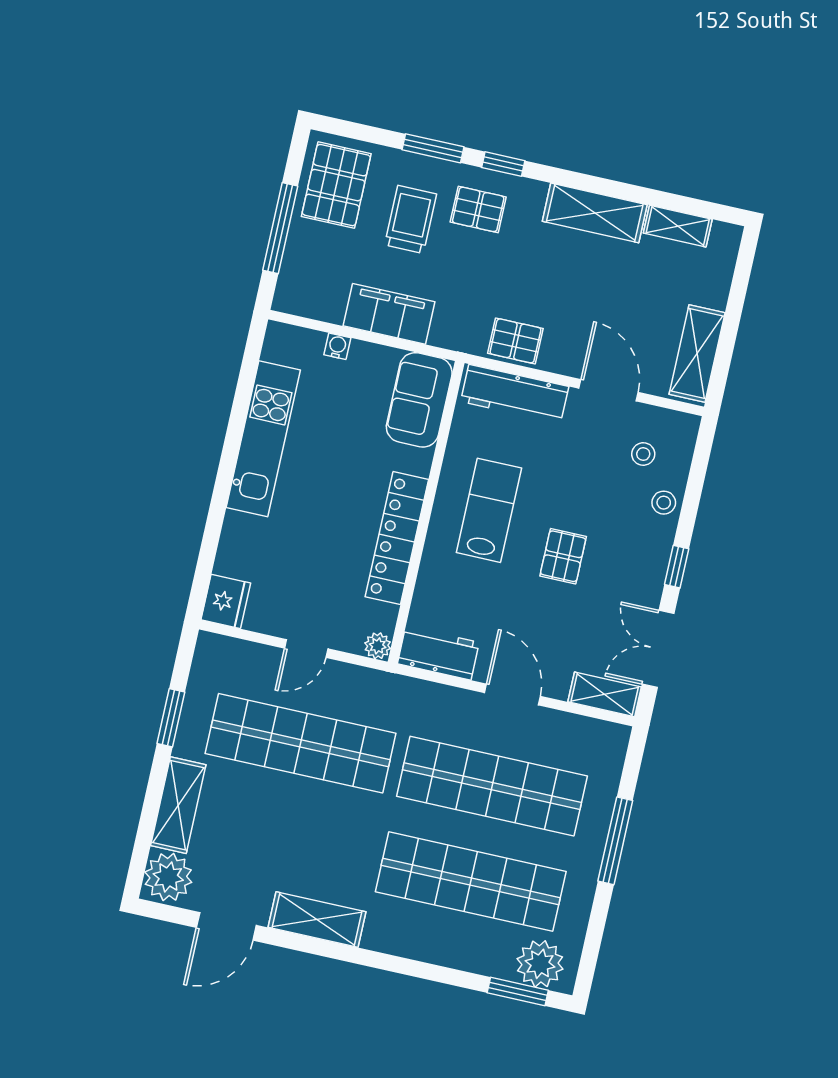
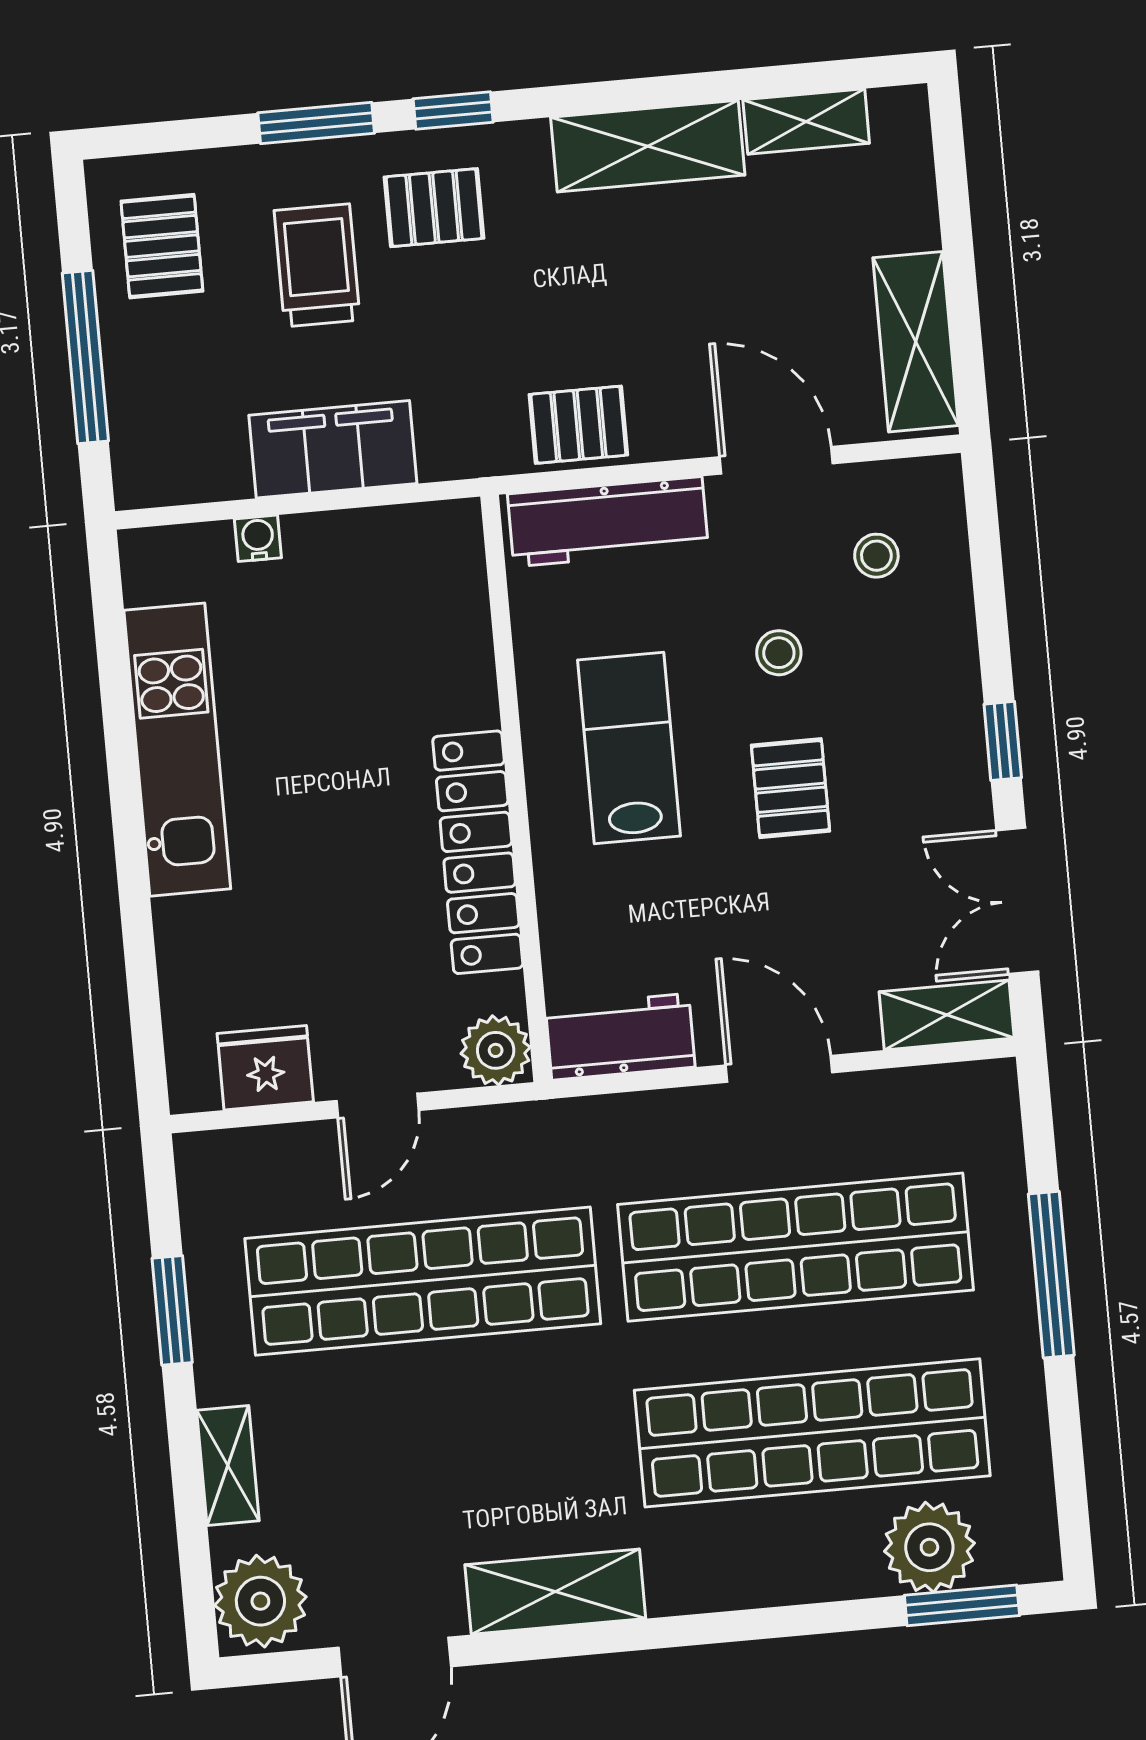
pallet: (336, 185) -> (162, 246), width x0.67, depth x0.71
sofa: (419, 400) -> (438, 588), removed
stool: (664, 503) -> (779, 653), moved
fridge: (226, 601) -> (265, 1068), moved, turned -90
plant: (378, 646) -> (496, 1050), width x1.38, depth x1.38
shelving: (178, 805) -> (228, 1466), width x0.67, depth x0.75
plant: (540, 964) -> (929, 1547), moved

